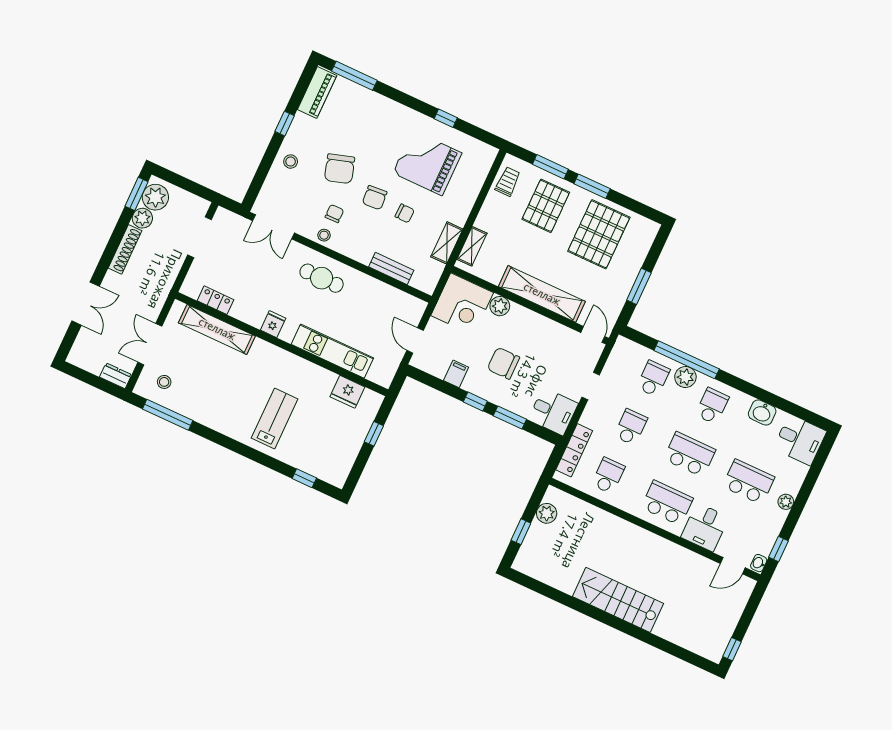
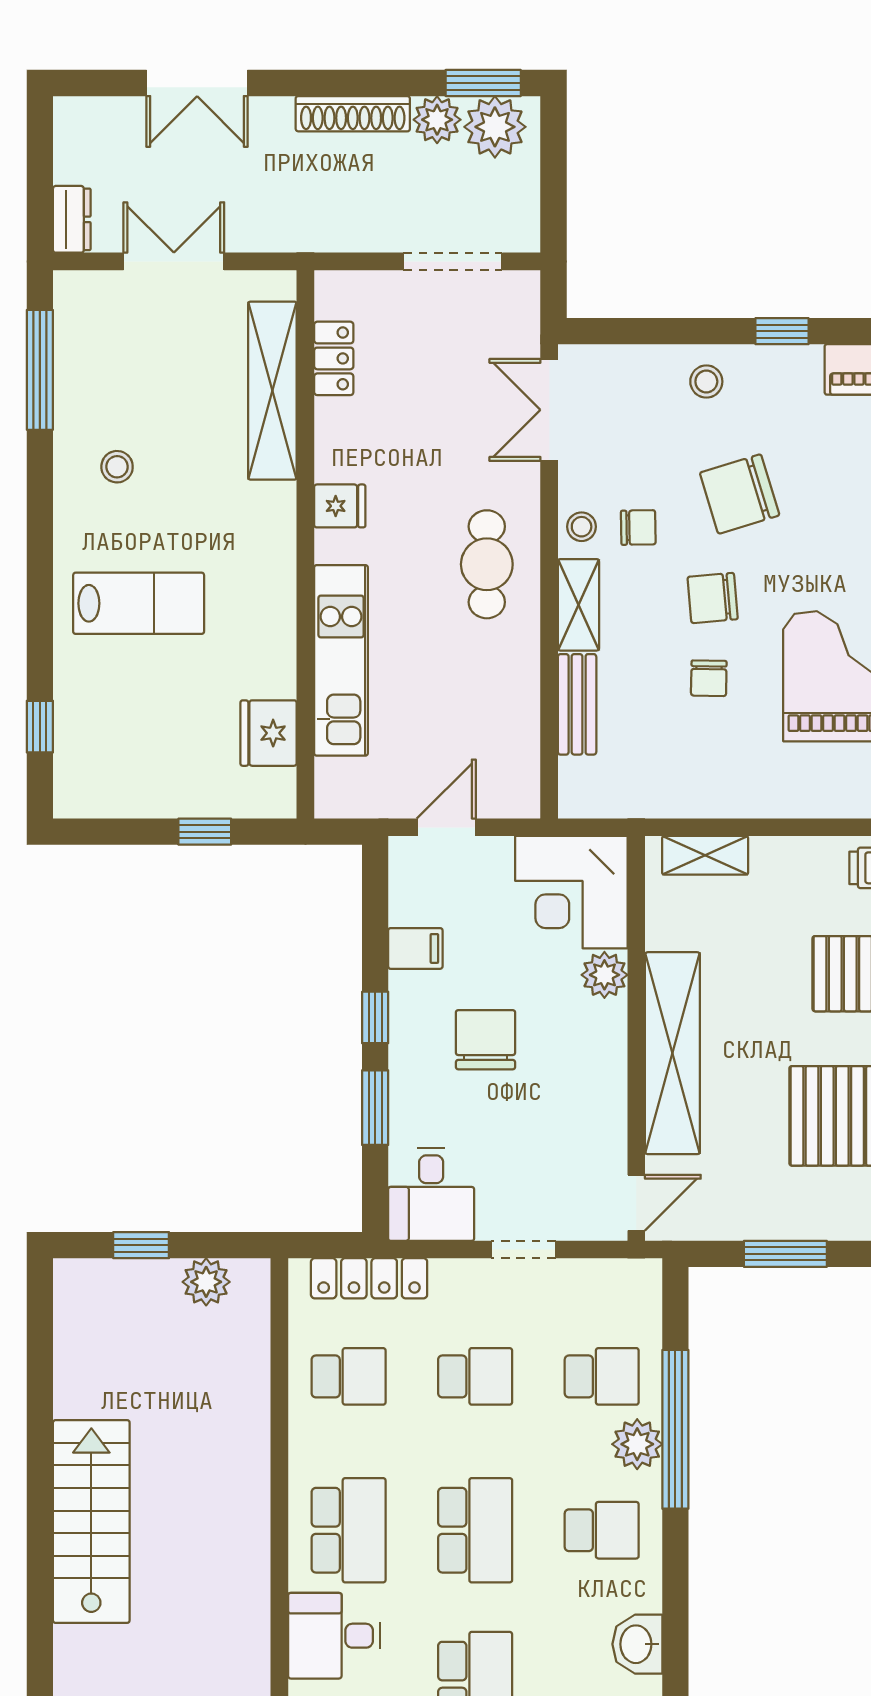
shelving: (447, 243) -> (578, 605), moved, turned 90
stool: (164, 382) -> (117, 467), moved

